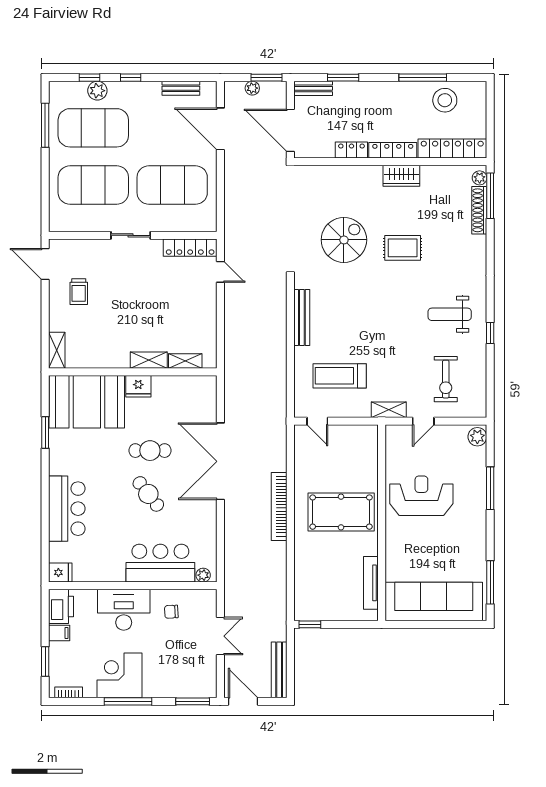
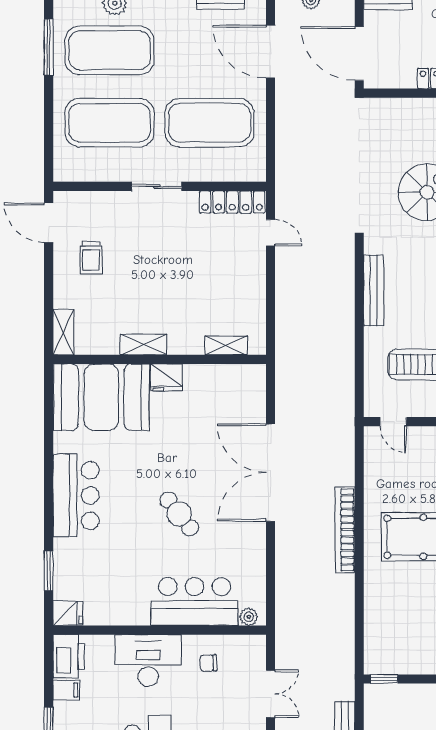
shelving: (149, 360) -> (144, 345), moved
window: (45, 432) -> (49, 571), moved
cafe table: (150, 451) -> (181, 459), removed
bar counter: (67, 509) -> (76, 495), moved

